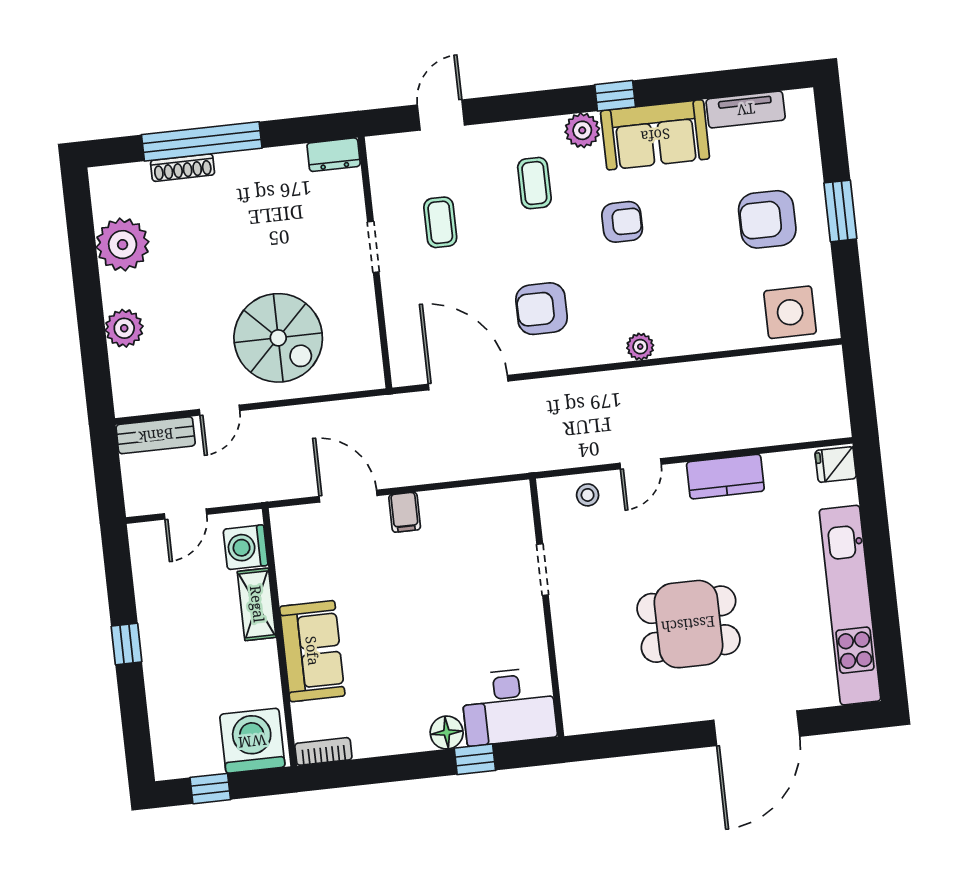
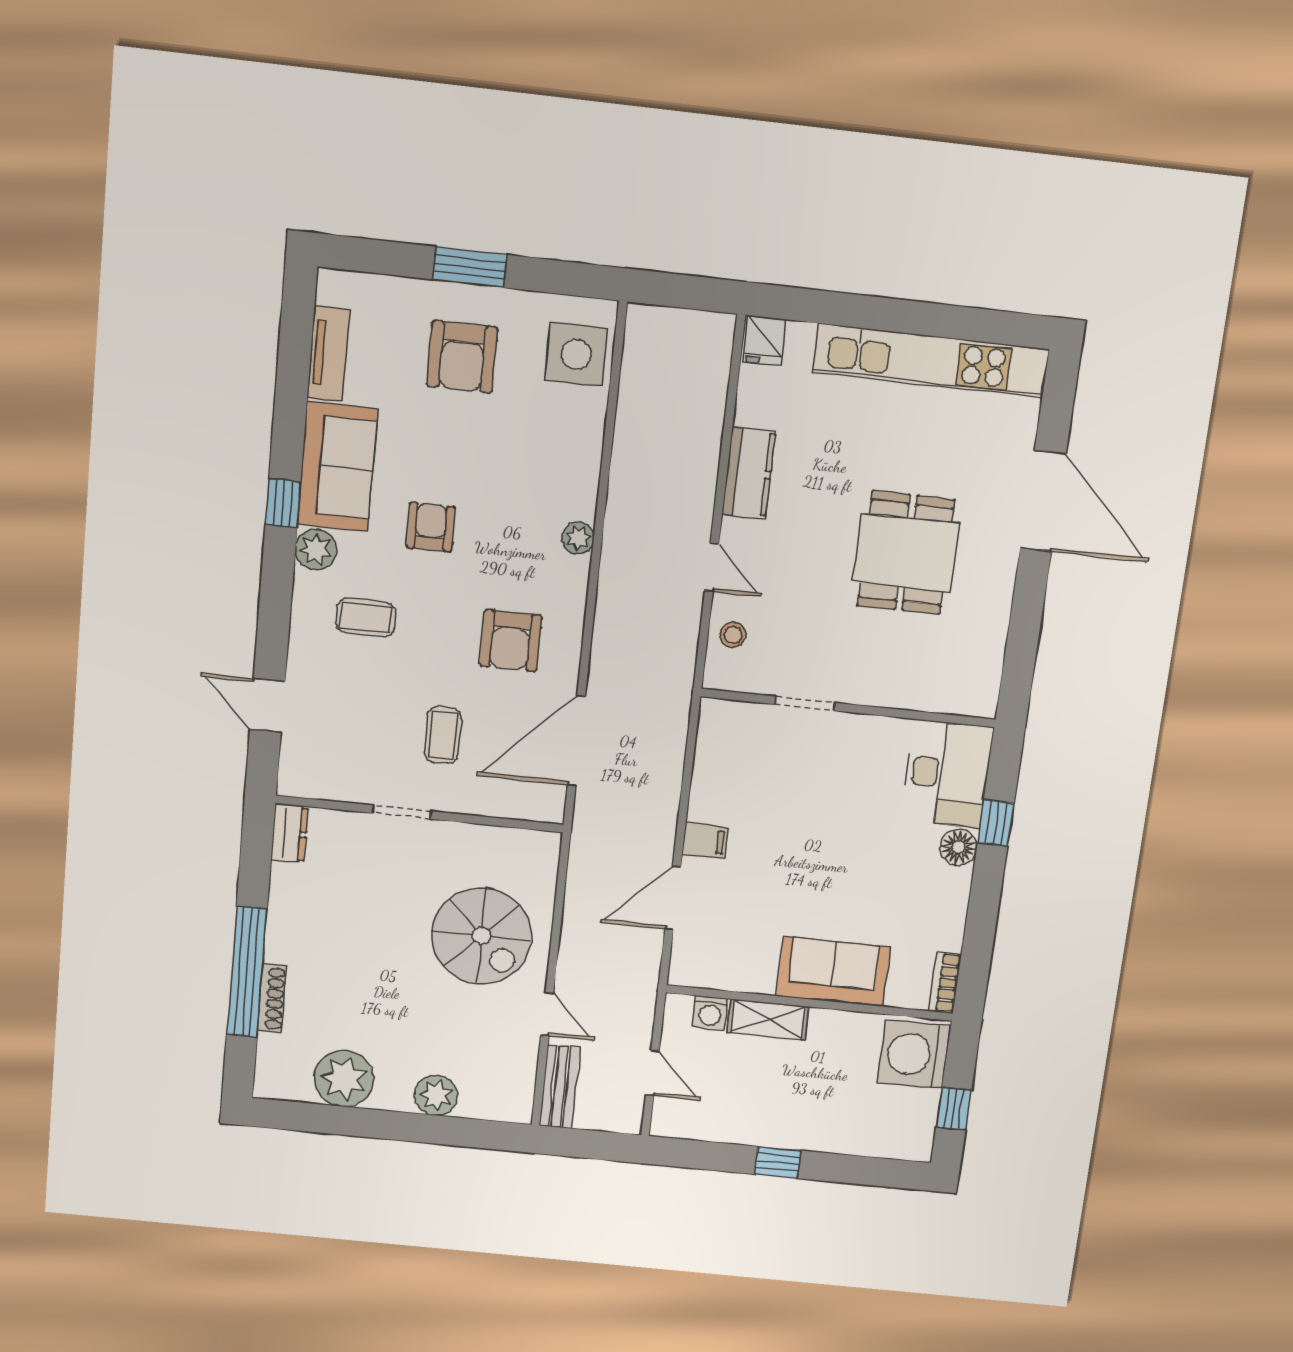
coffee table: (440, 222) -> (443, 735), moved, turned 90
spiral stairs: (278, 338) -> (481, 936), turned 90
washing machine: (246, 547) -> (710, 1013), width x0.73, depth x0.73

